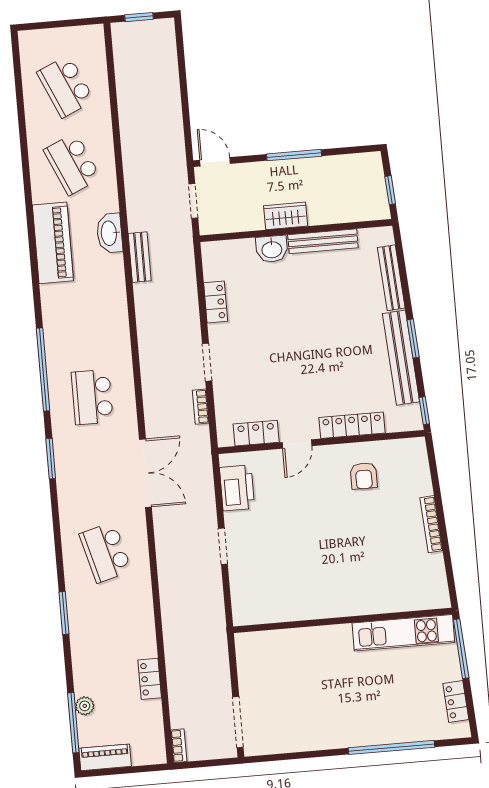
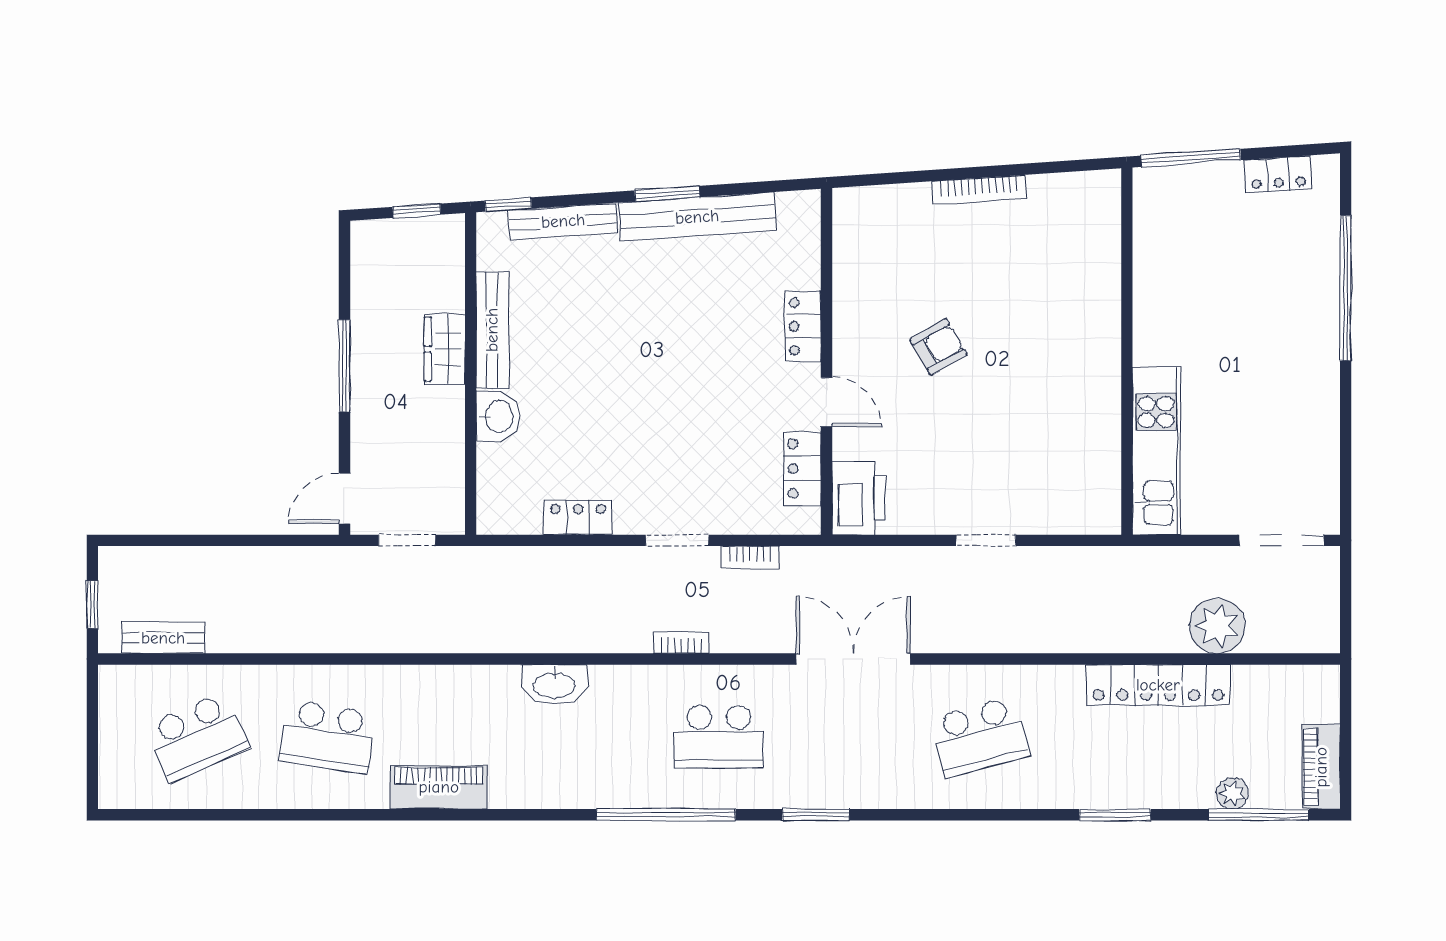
school desk: (72, 164) -> (328, 737), turned 33
wardrobe: (286, 216) -> (445, 349), moved
washbasin: (110, 233) -> (554, 684), moved
piano: (53, 243) -> (439, 787), width x0.73, depth x0.75
bench: (140, 257) -> (163, 638), moved
window: (424, 411) -> (508, 204), moved
locker: (352, 425) -> (803, 326), width x0.66
armchair: (364, 476) -> (938, 347), moved, turned -30
printer: (237, 488) -> (858, 498), moved, turned 90
window: (64, 613) -> (1115, 815), moved
kitchen unit: (403, 633) -> (1156, 451), moved
locker: (150, 679) -> (1158, 685), width x2.16, depth x1.21
plant: (184, 688) -> (1217, 626), added
bookcase: (179, 746) -> (682, 642), moved

